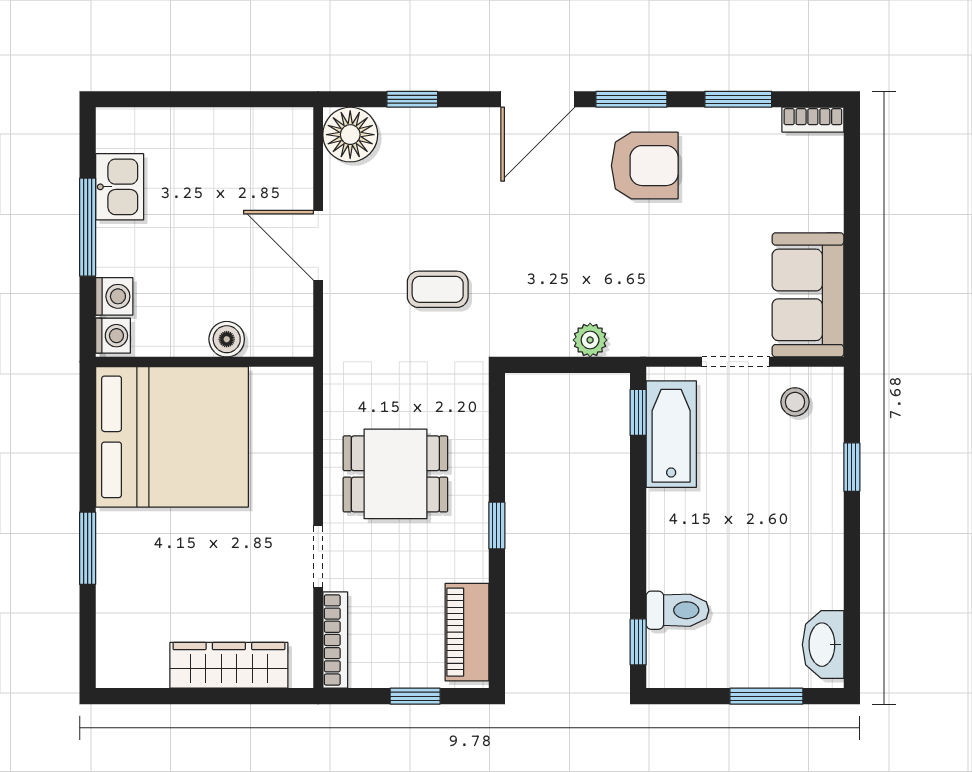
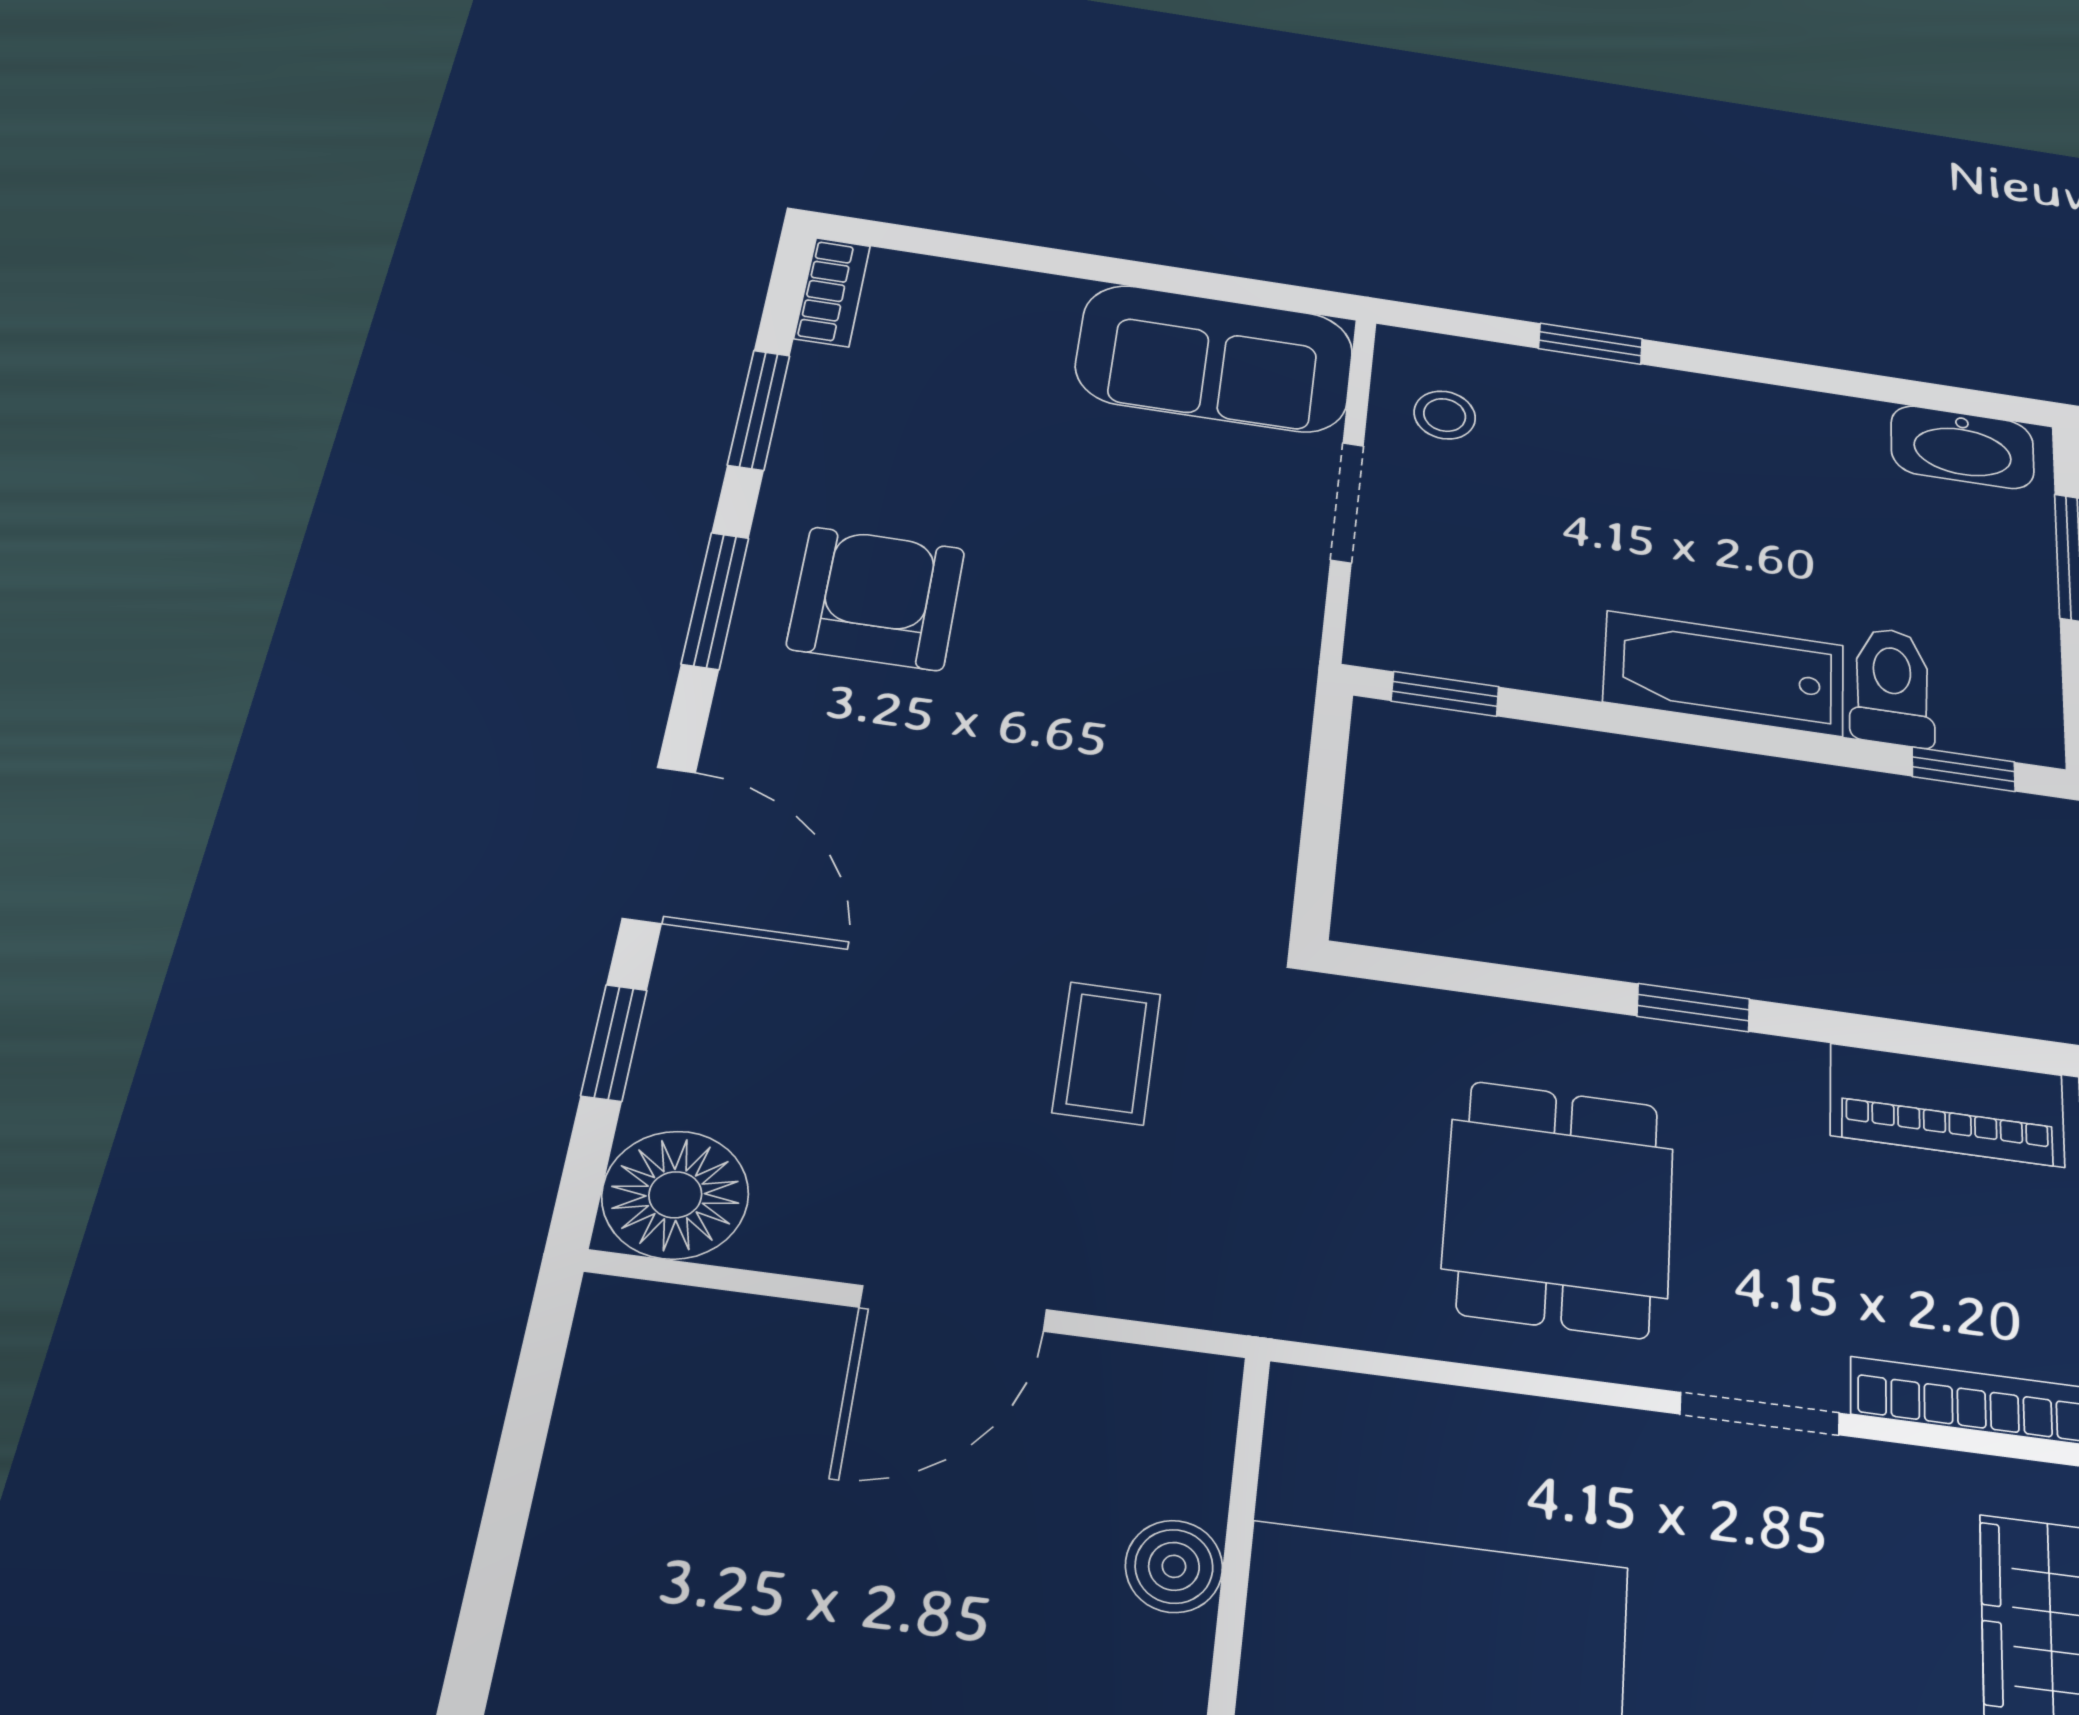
door: (538, 99) -> (659, 845), moved
plant: (590, 340) -> (1269, 760), removed
bathtub: (671, 434) -> (1724, 673), moved

